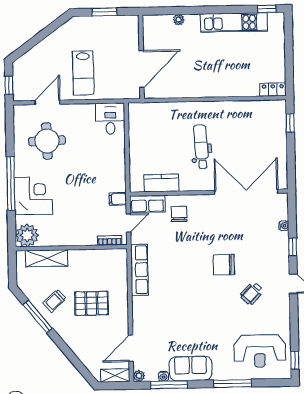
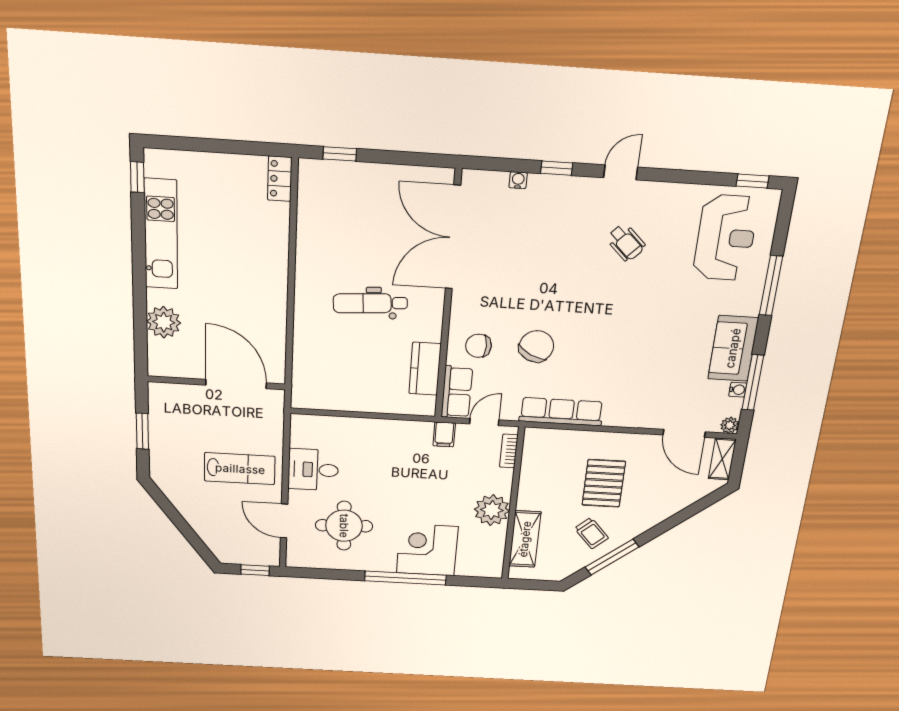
plant: (179, 20) -> (164, 322), width x1.87, depth x1.87
desk: (110, 119) -> (313, 470), moved
door: (129, 223) -> (484, 422), hinge flipped
plant: (27, 235) -> (492, 510), moved
chair: (224, 265) -> (536, 346), moved, turned -153

